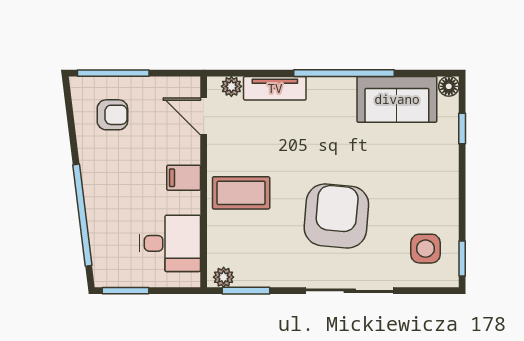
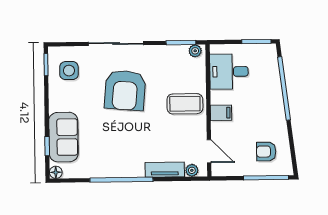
sofa: (397, 99) -> (63, 137), moved, turned 90

